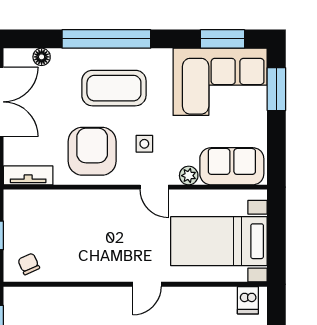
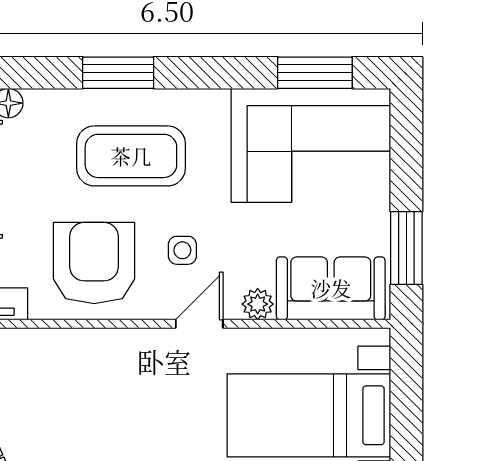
window: (106, 39) -> (118, 73), width x0.47
window: (276, 89) -> (406, 248), moved
door: (154, 187) -> (199, 324), swing flipped

